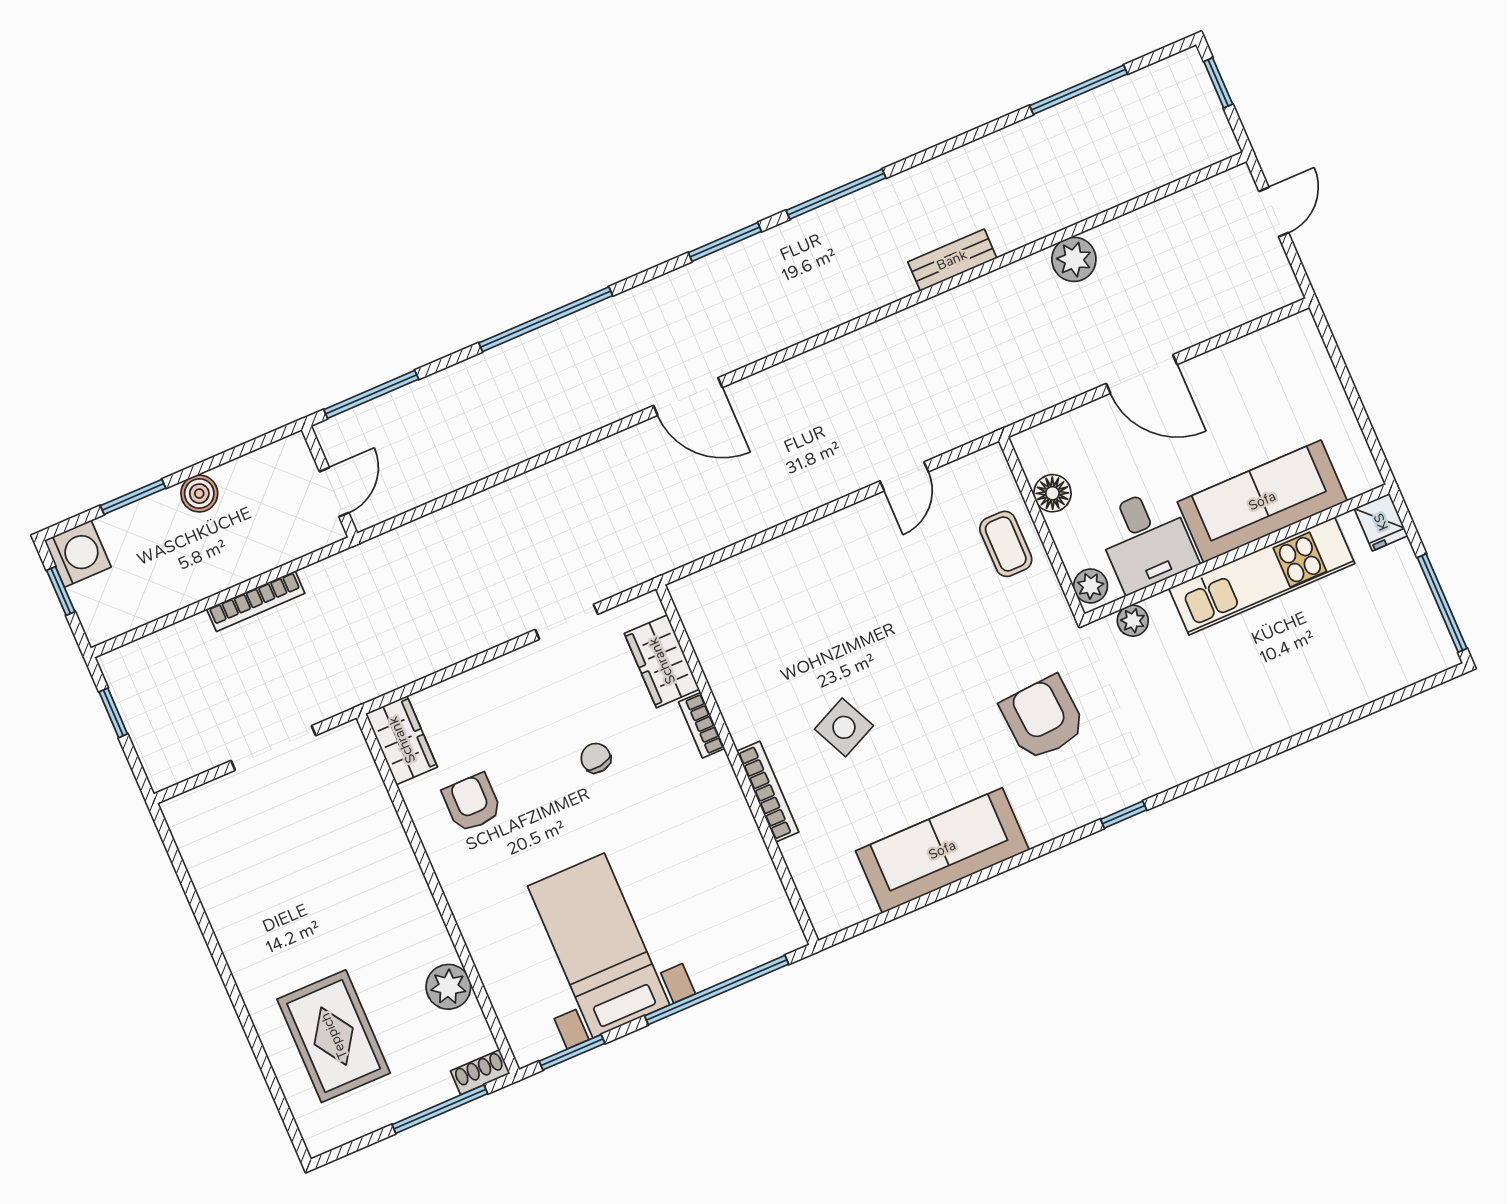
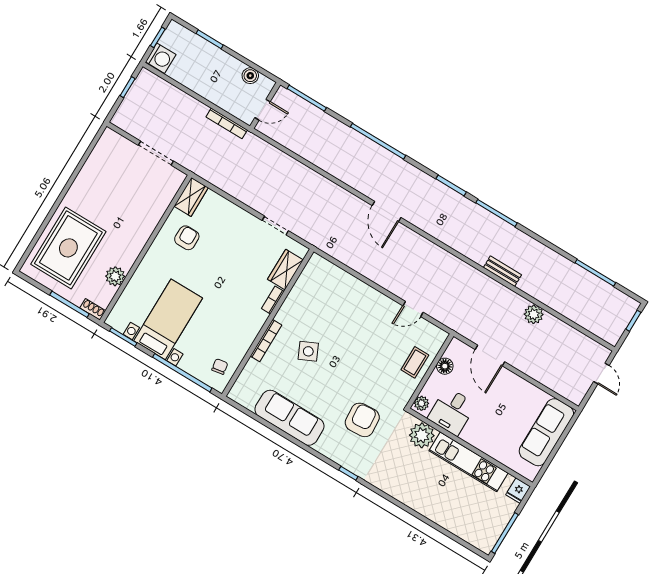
door: (1274, 212) -> (601, 374), hinge flipped
door: (1142, 374) -> (490, 356), moved
boiler: (199, 494) -> (250, 76), moved
sofa: (1262, 501) -> (546, 432), moved, turned -90
washing machine: (78, 554) -> (161, 58), moved
bookcase: (256, 601) -> (227, 123), moved
plant: (1133, 621) -> (422, 435), width x1.87, depth x1.87
chair: (596, 758) -> (220, 366), moved
rug: (334, 1036) -> (68, 248), width x1.37, depth x1.44

